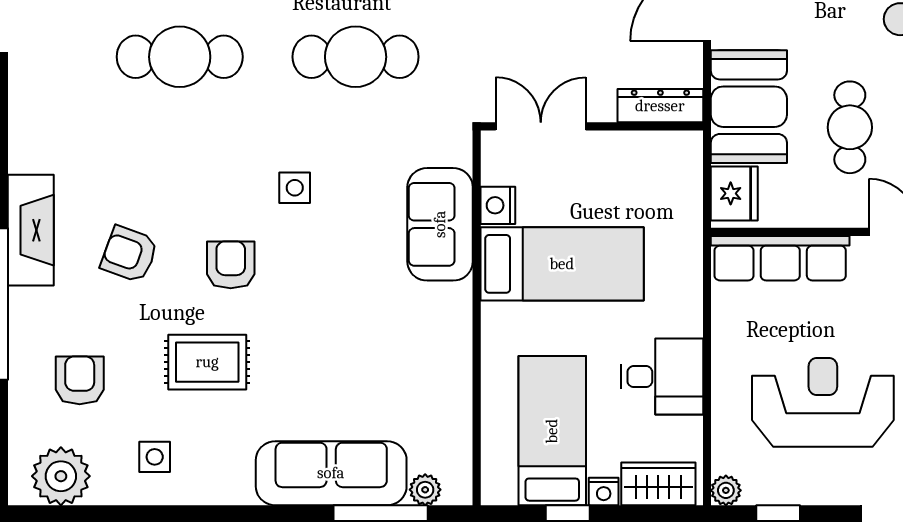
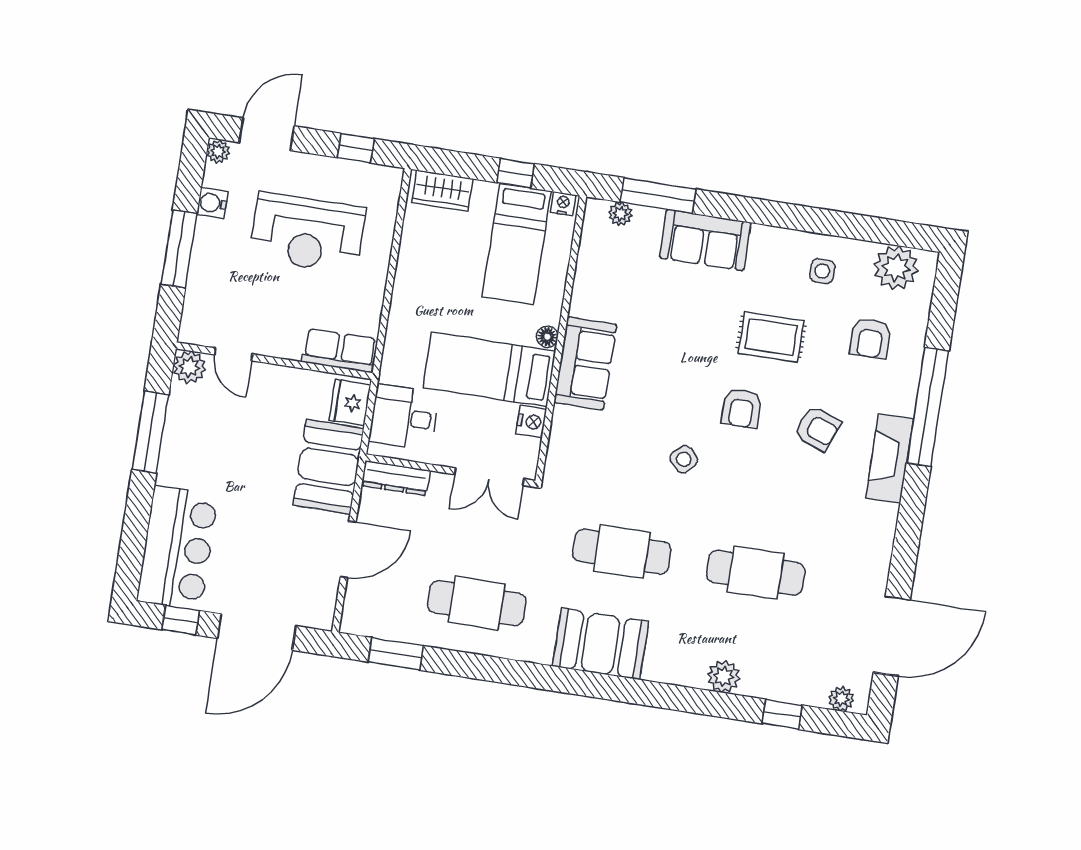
cafe table: (850, 127) -> (254, 439), removed
side table: (295, 188) -> (684, 459), turned 45
sofa: (440, 224) -> (585, 363), moved
row of seats: (780, 258) -> (340, 350), width x0.68
floor lamp: (494, 318) -> (547, 337), added
desk: (662, 377) -> (404, 417), moved
sofa: (331, 473) -> (705, 240), width x0.73
plant: (726, 490) -> (392, 178), removed
nightstand: (604, 491) -> (563, 204), moved

